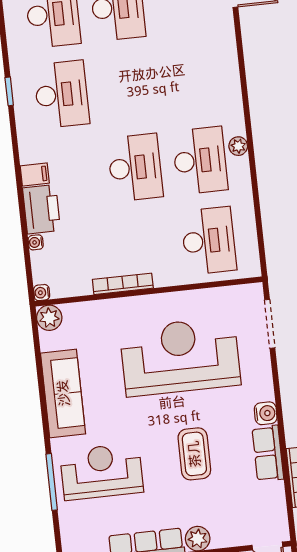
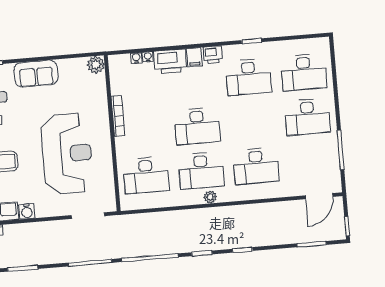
desk: (191, 80) -> (256, 166), added
printer: (30, 148) -> (213, 55), added
water cooler: (42, 293) -> (136, 58), moved
sofa: (63, 393) -> (36, 74), width x0.73

